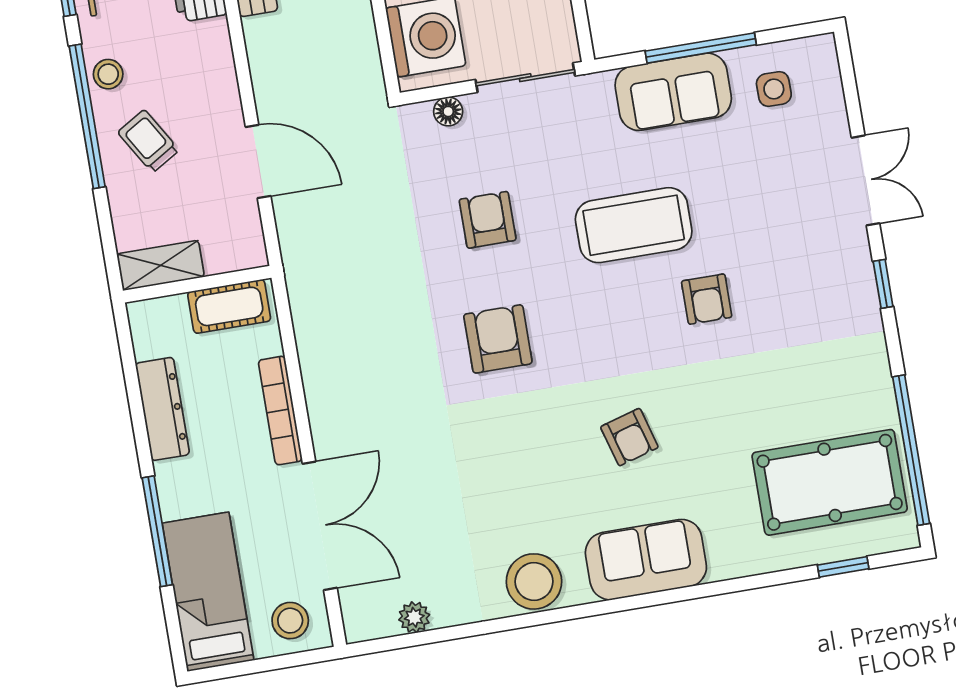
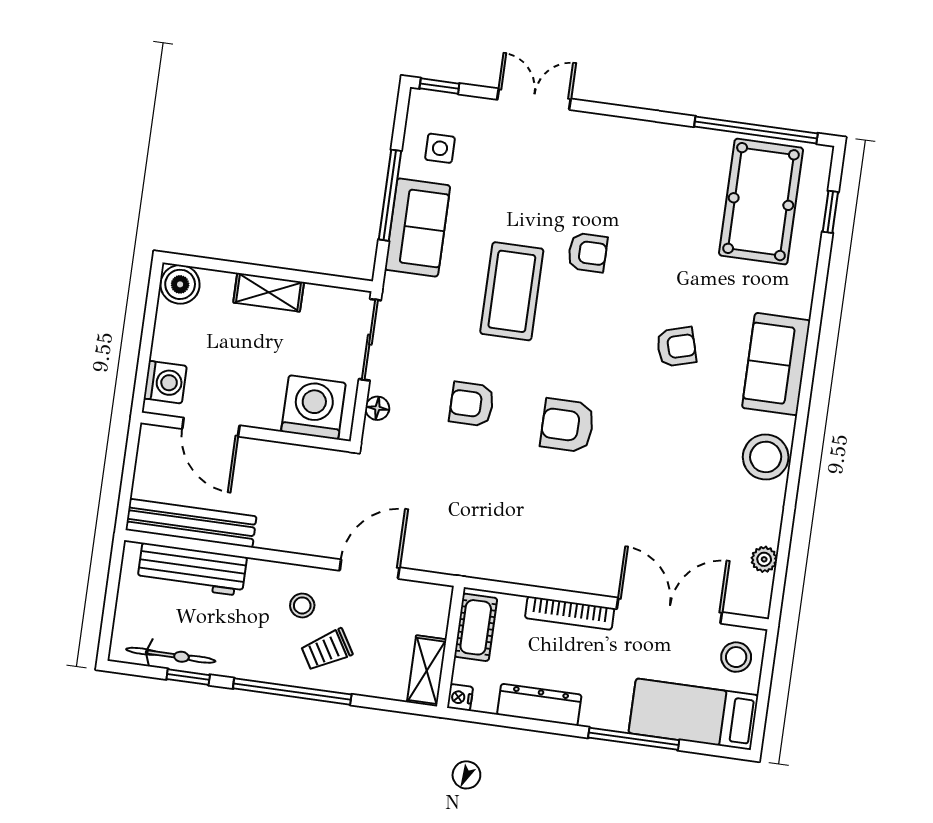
stool: (108, 74) -> (302, 605), moved
window: (883, 284) -> (439, 86), moved
nightstand: (142, 314) -> (460, 697), added

